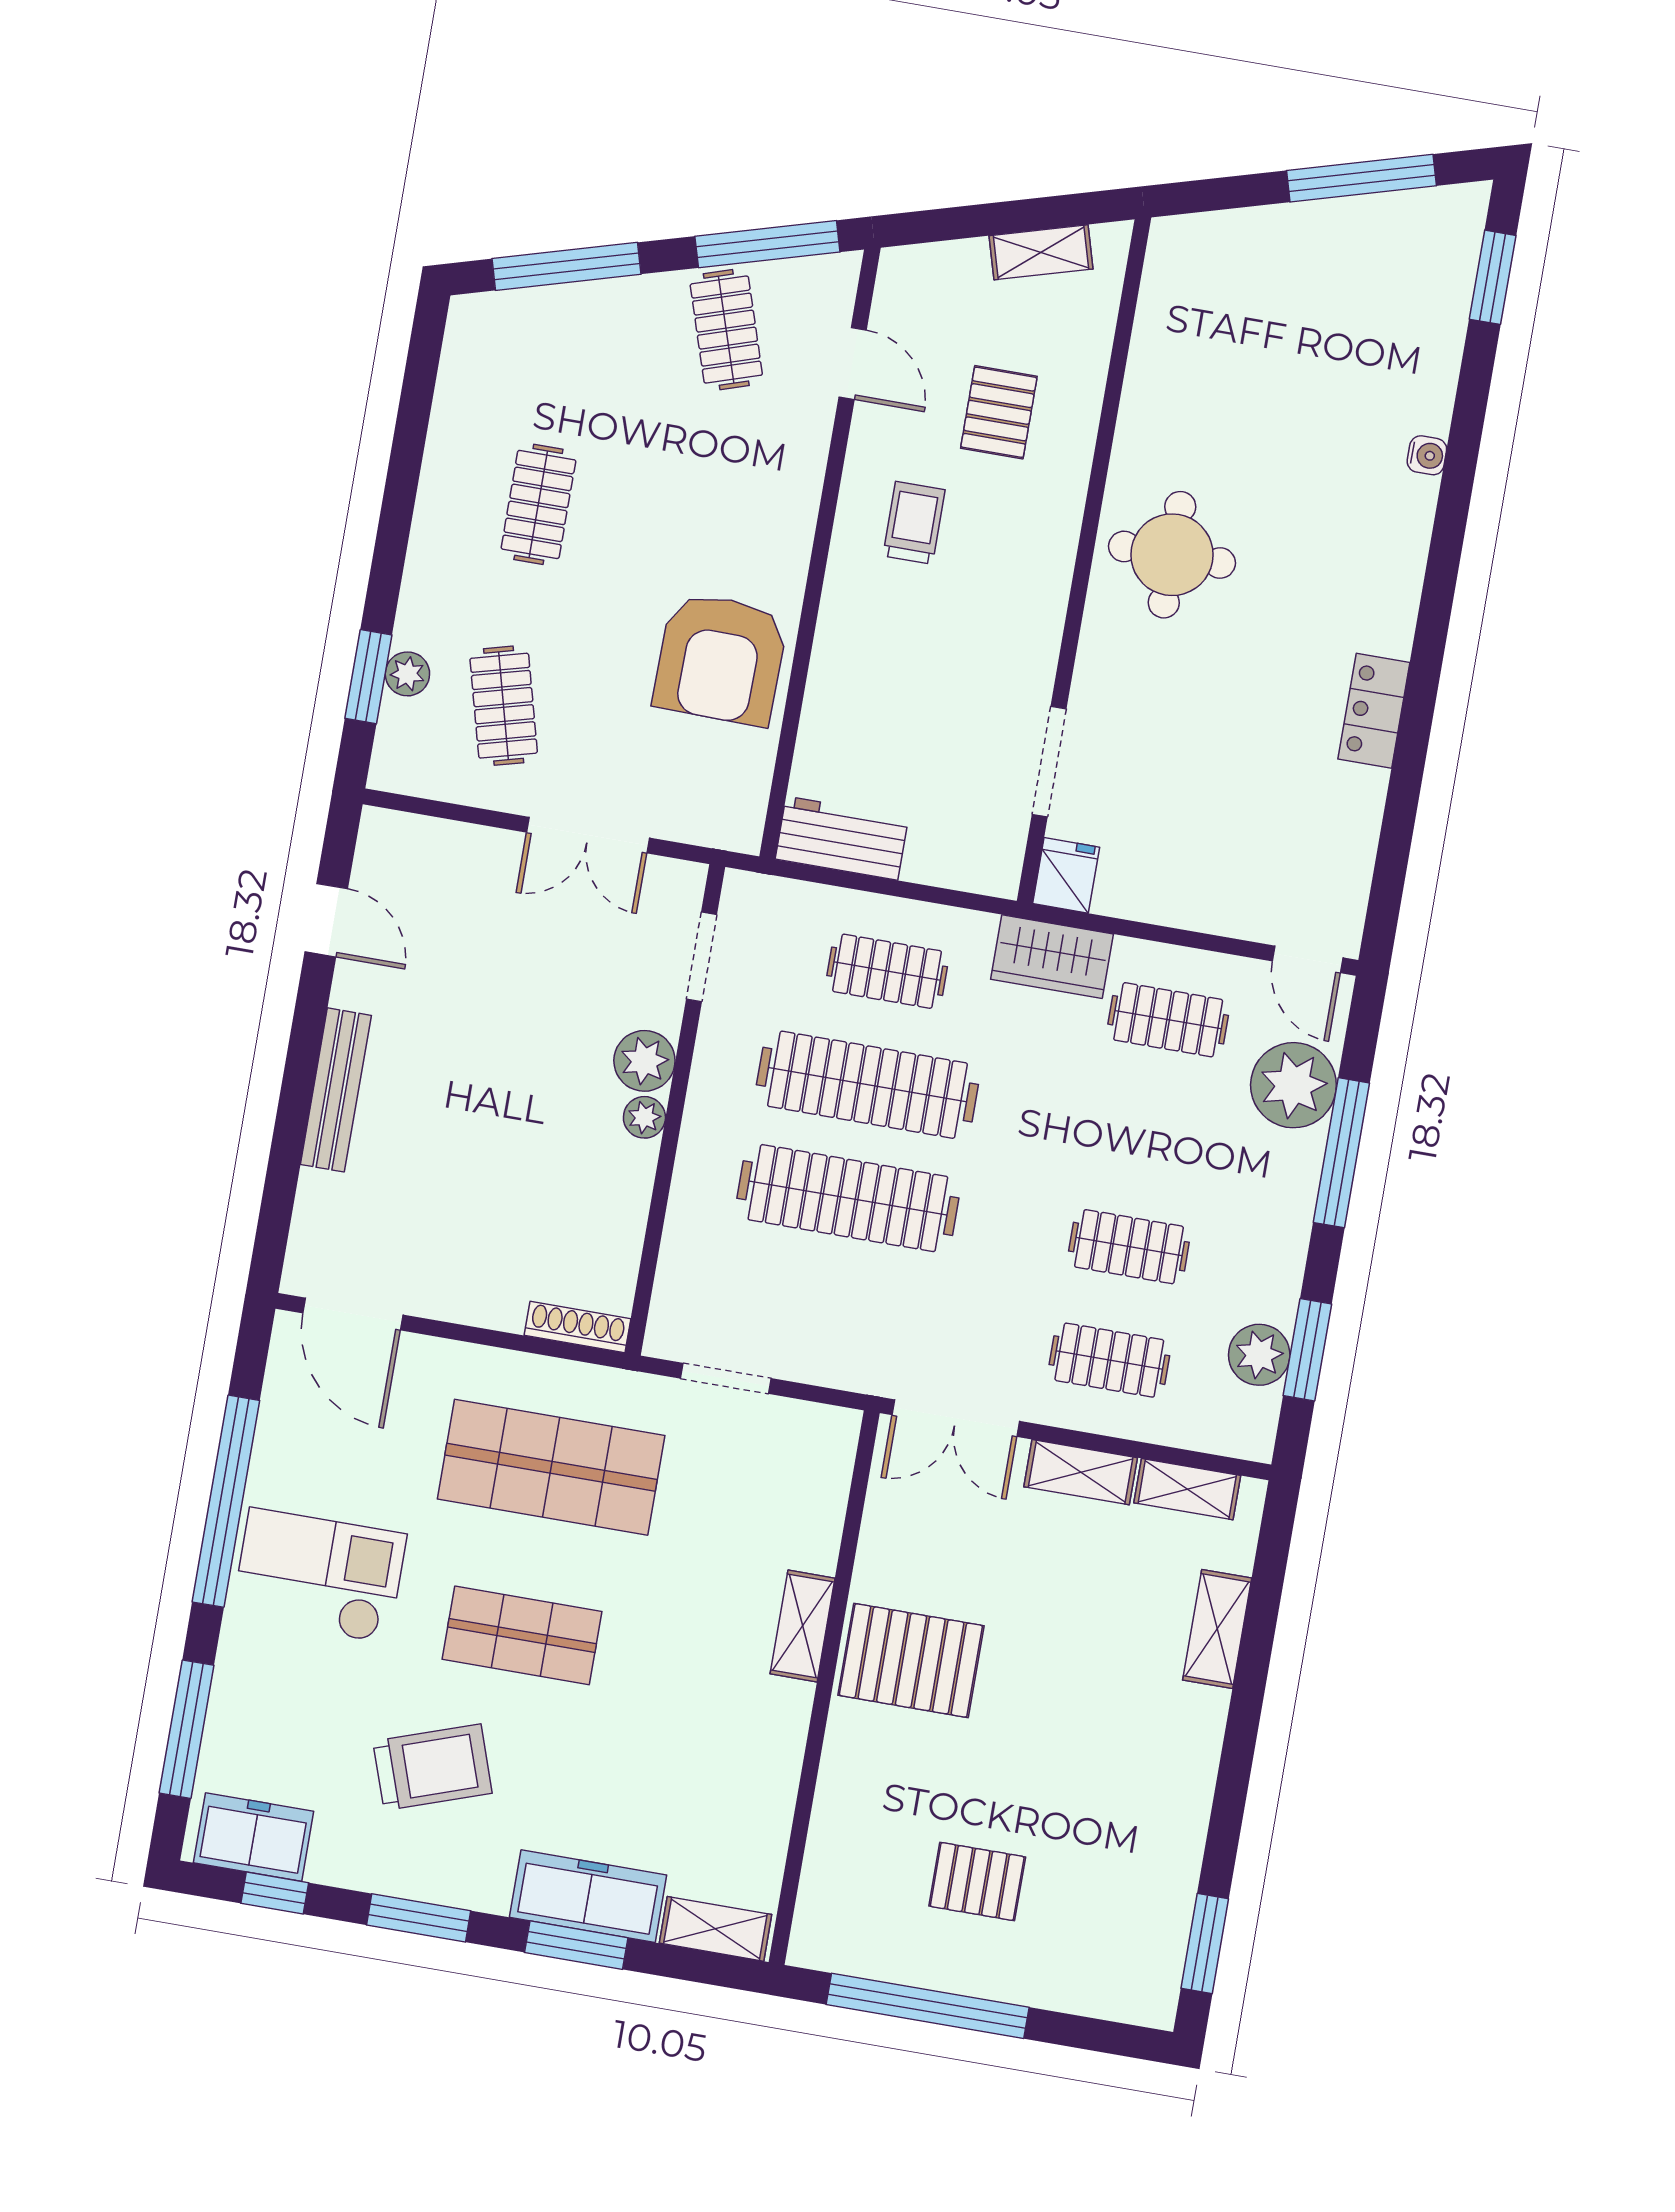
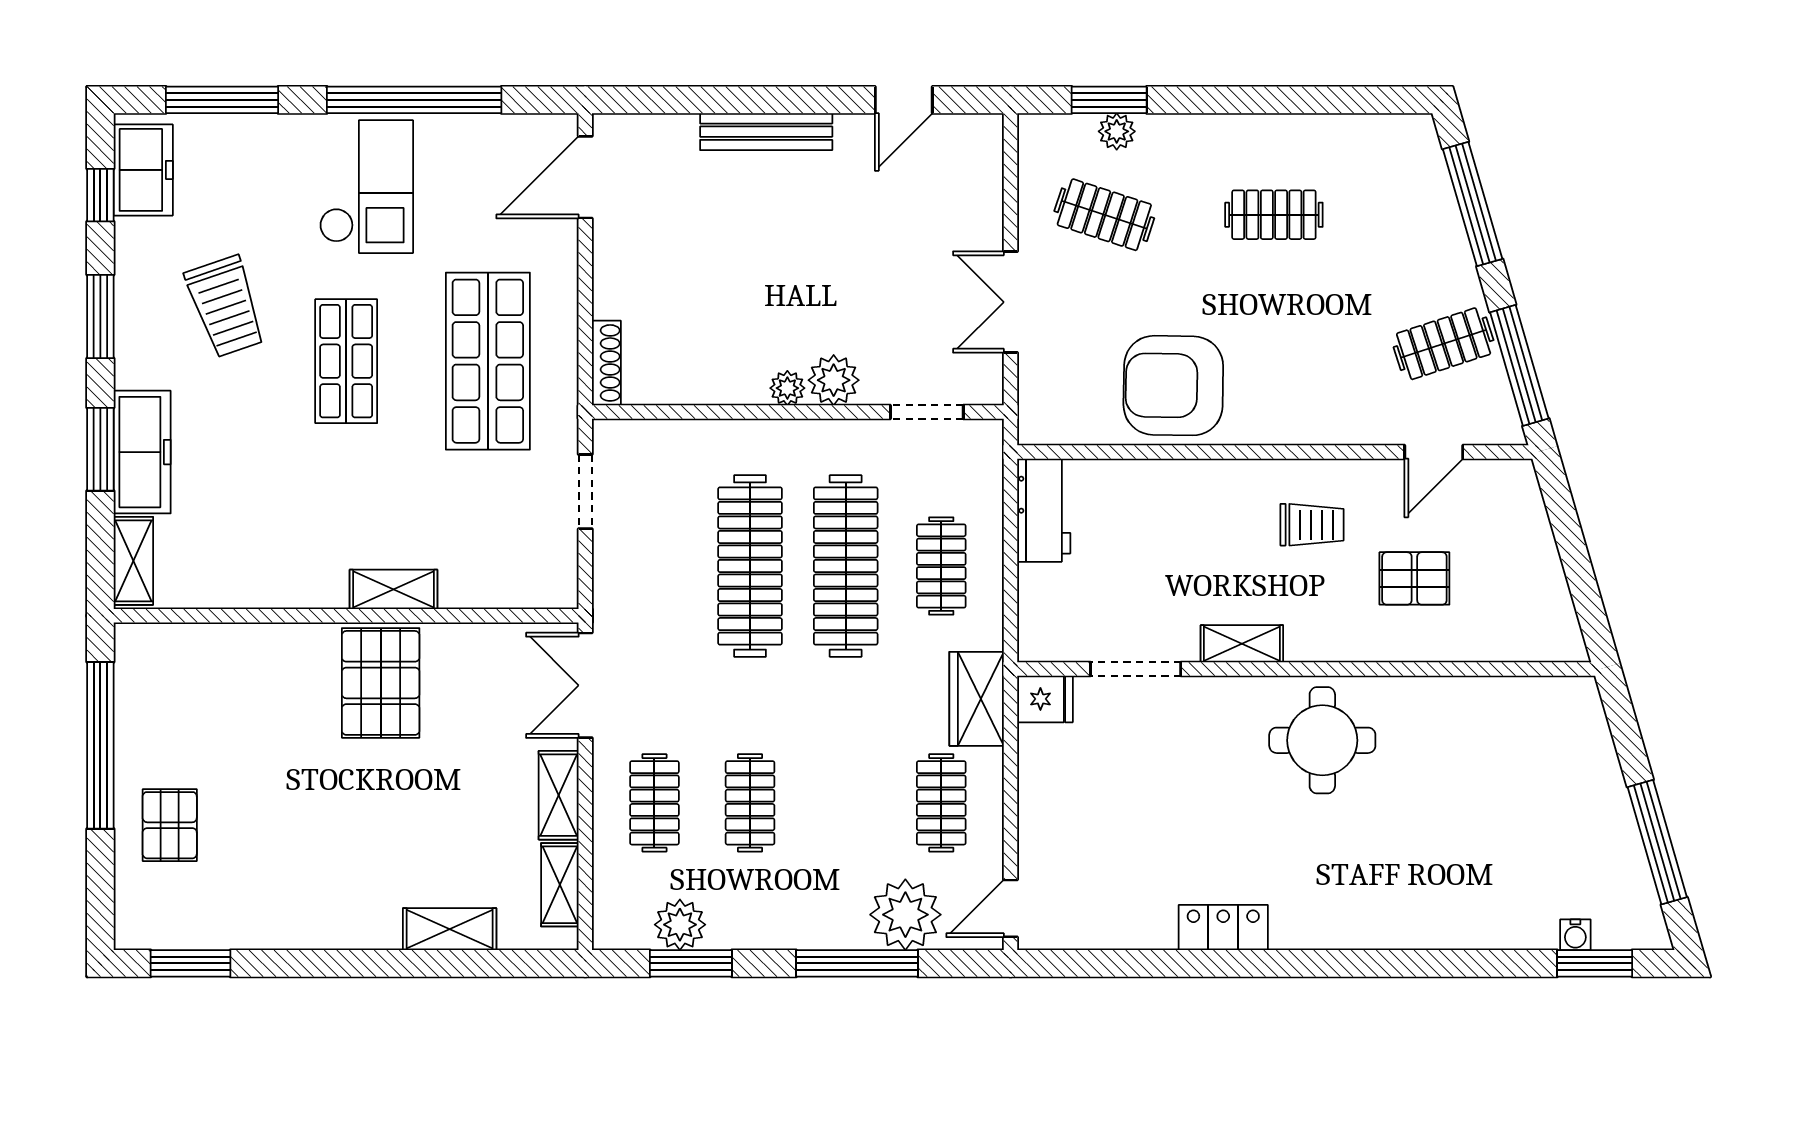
shelving: (1041, 252) -> (1242, 644), moved, turned -74
water cooler: (1427, 455) -> (1575, 935), moved
clothes rail: (504, 706) -> (1104, 215), turned 33
pallet: (977, 1881) -> (170, 825), moved

